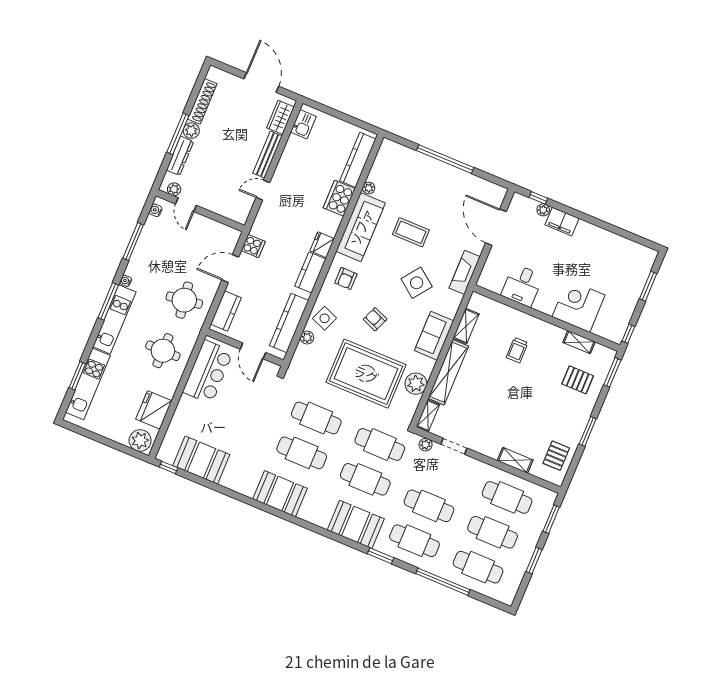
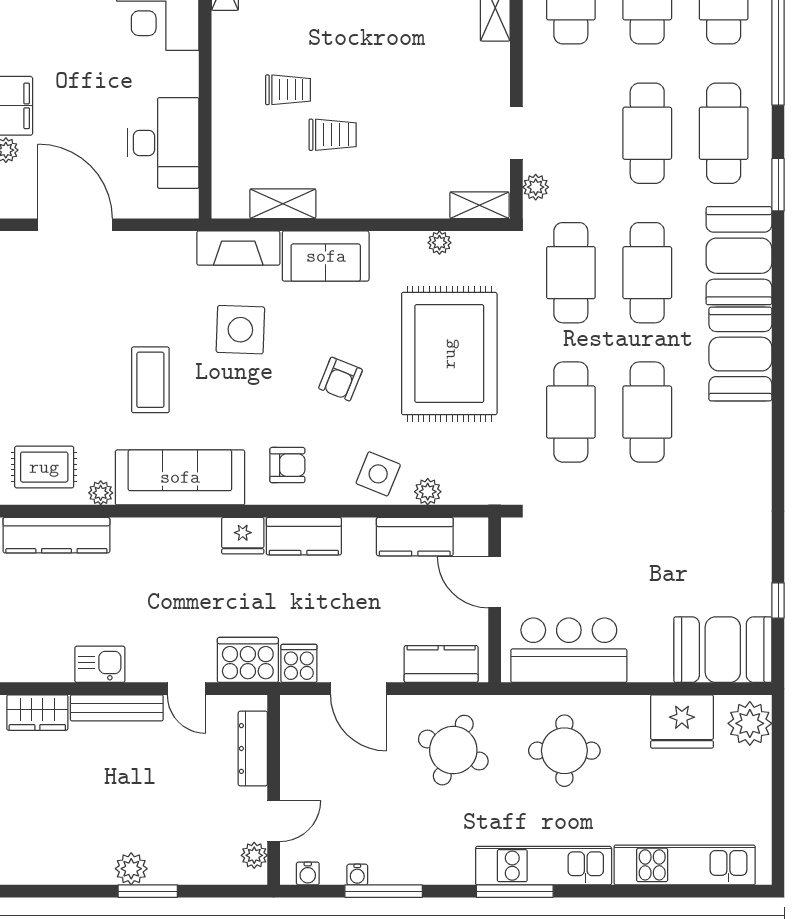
shoe rack: (202, 101) -> (68, 871), removed
kitchen sink: (303, 124) -> (100, 664), moved
window: (178, 134) -> (148, 891), width x0.69
dresser: (180, 156) -> (253, 748), moved, turned -90
rug: (391, 167) -> (44, 467), added
cooker: (339, 198) -> (248, 660), moved, turned 180
door: (496, 227) -> (75, 225), swing flipped
fireplace: (465, 272) -> (238, 248), moved
water cooler: (126, 281) -> (357, 875), moved
side table: (417, 283) -> (240, 330), turned -35
desk: (522, 285) -> (163, 143), width x1.37
round table: (184, 300) -> (453, 750), turned 31
kitchen counter: (289, 323) -> (415, 537), width x0.67
door: (253, 351) -> (495, 582), swing flipped
trolley: (488, 362) -> (333, 135), added
shelving: (448, 372) -> (383, 201), removed
window: (77, 376) -> (678, 891), removed
plant: (416, 384) -> (439, 243), width x0.53, depth x0.53
booth: (201, 460) -> (723, 650), moved, turned 90
window: (169, 467) -> (778, 600), moved
booth: (280, 494) -> (740, 354), moved

